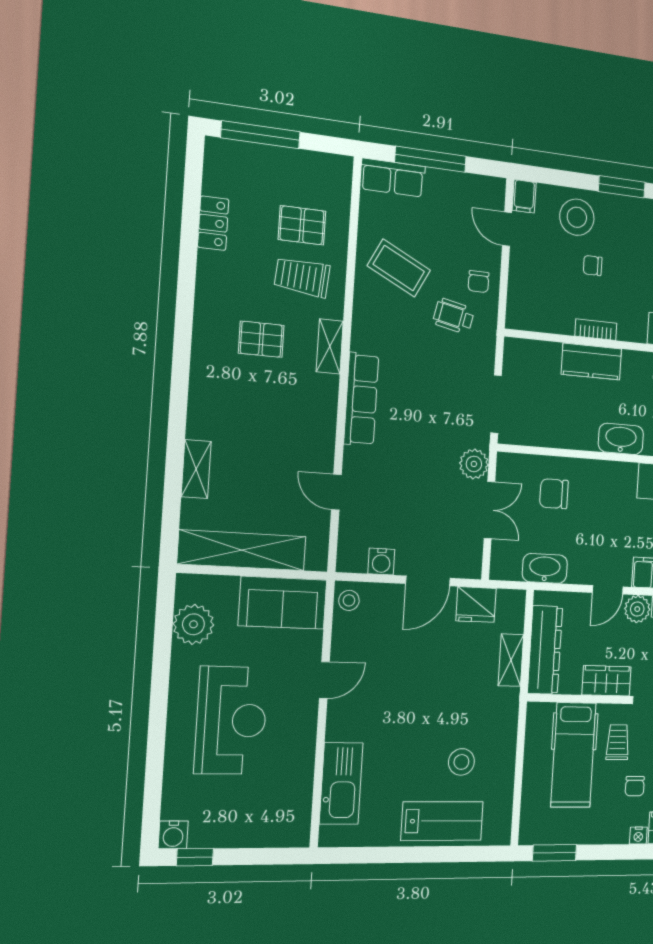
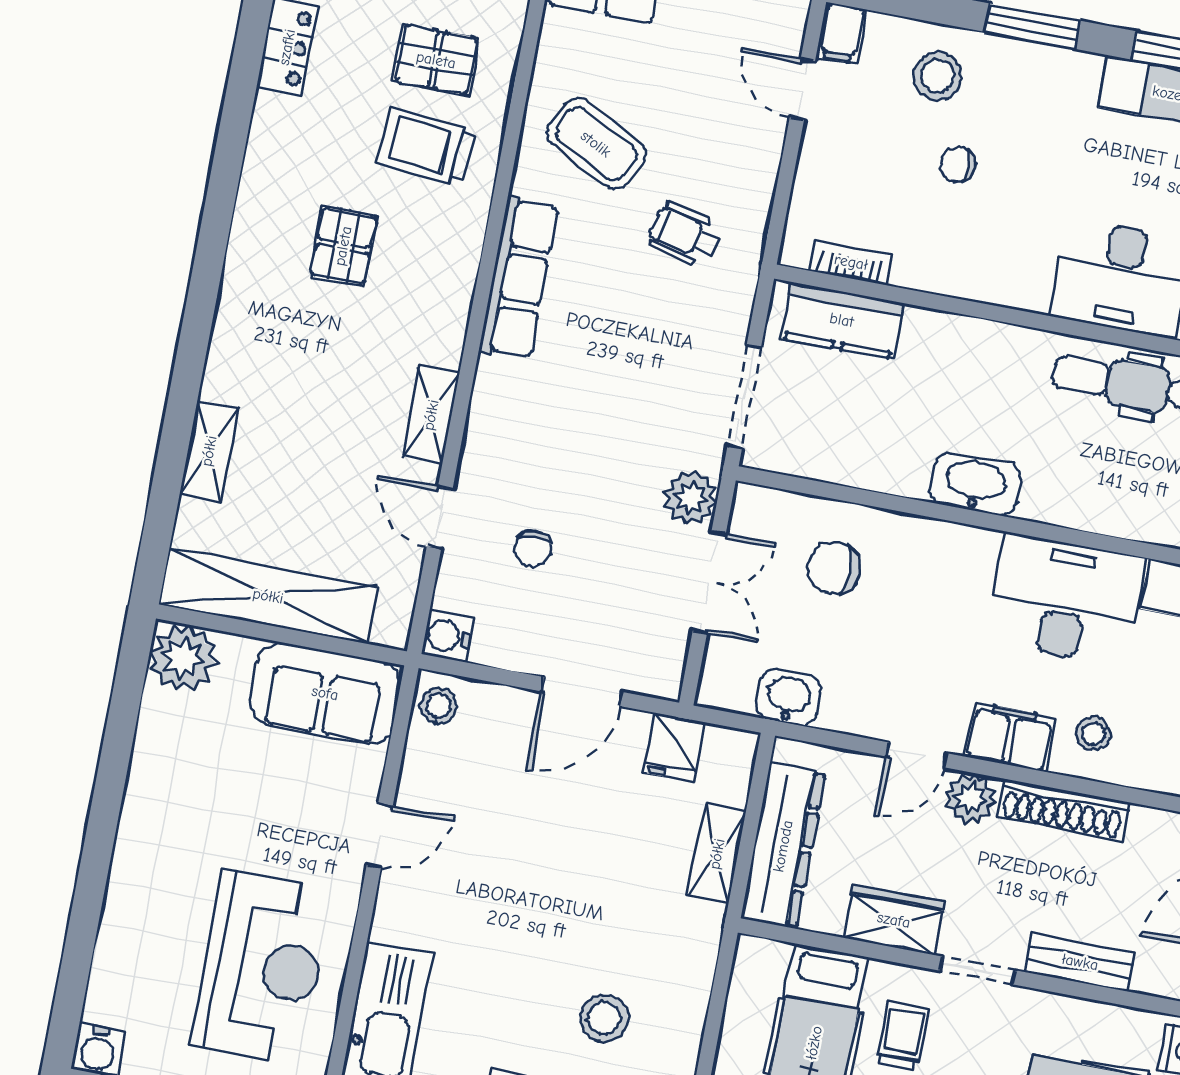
stool: (577, 217) -> (938, 76), width x0.73, depth x0.73
chair: (479, 282) -> (533, 549), moved
bookcase: (596, 330) -> (851, 262), moved
pallet: (261, 339) -> (343, 246), turned 90
shelving: (330, 346) -> (431, 415), moved
kitchen counter: (591, 362) -> (842, 320), moved
row of seats: (361, 399) -> (519, 278), moved
water cooler: (381, 562) -> (447, 636), moved, turned 90
washbasin: (545, 568) -> (789, 697), width x0.72
fridge: (476, 605) -> (674, 747), width x0.72
plant: (193, 624) -> (183, 658), moved
reception desk: (231, 720) -> (262, 967), moved

